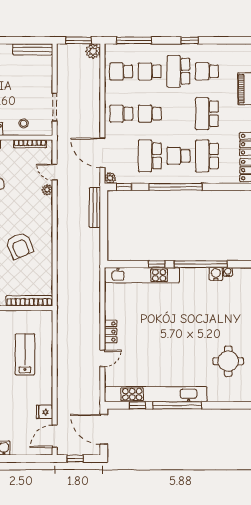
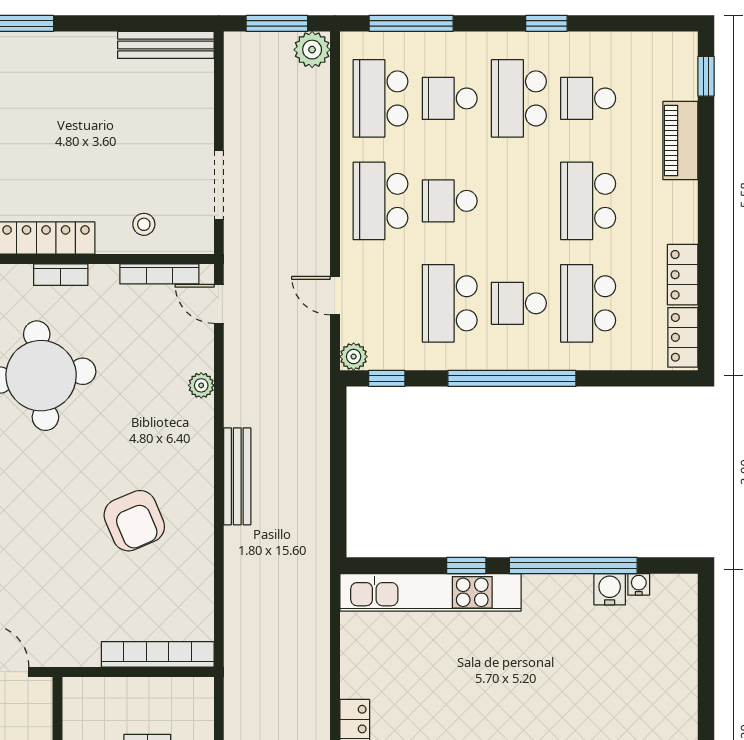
school desk: (121, 71) -> (380, 98), width x1.85
school desk: (121, 114) -> (380, 201), width x1.85
door: (102, 153) -> (335, 296), width x0.53
door: (55, 172) -> (219, 304), moved
bench: (95, 208) -> (237, 476), moved

